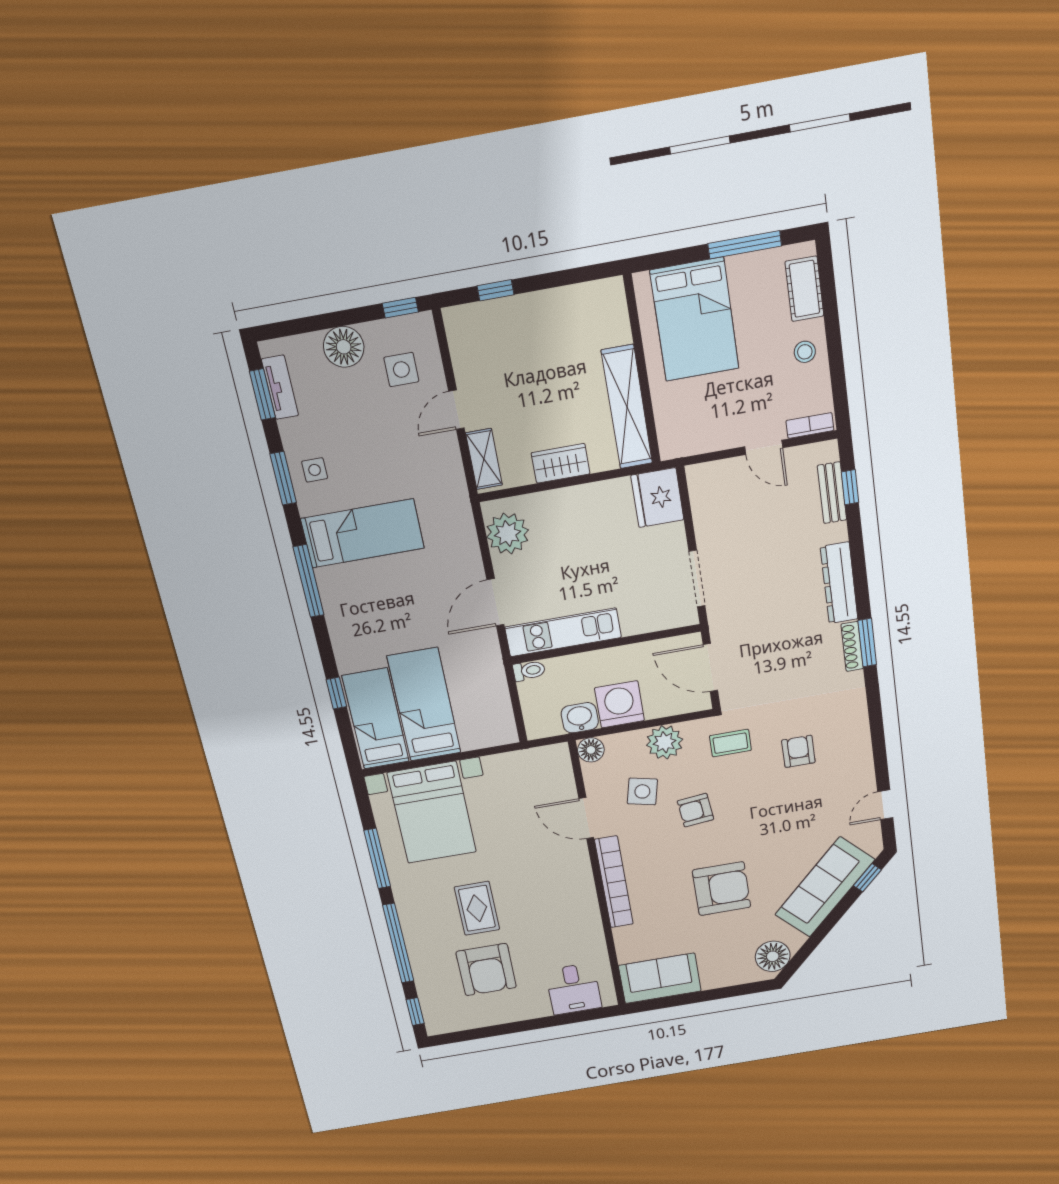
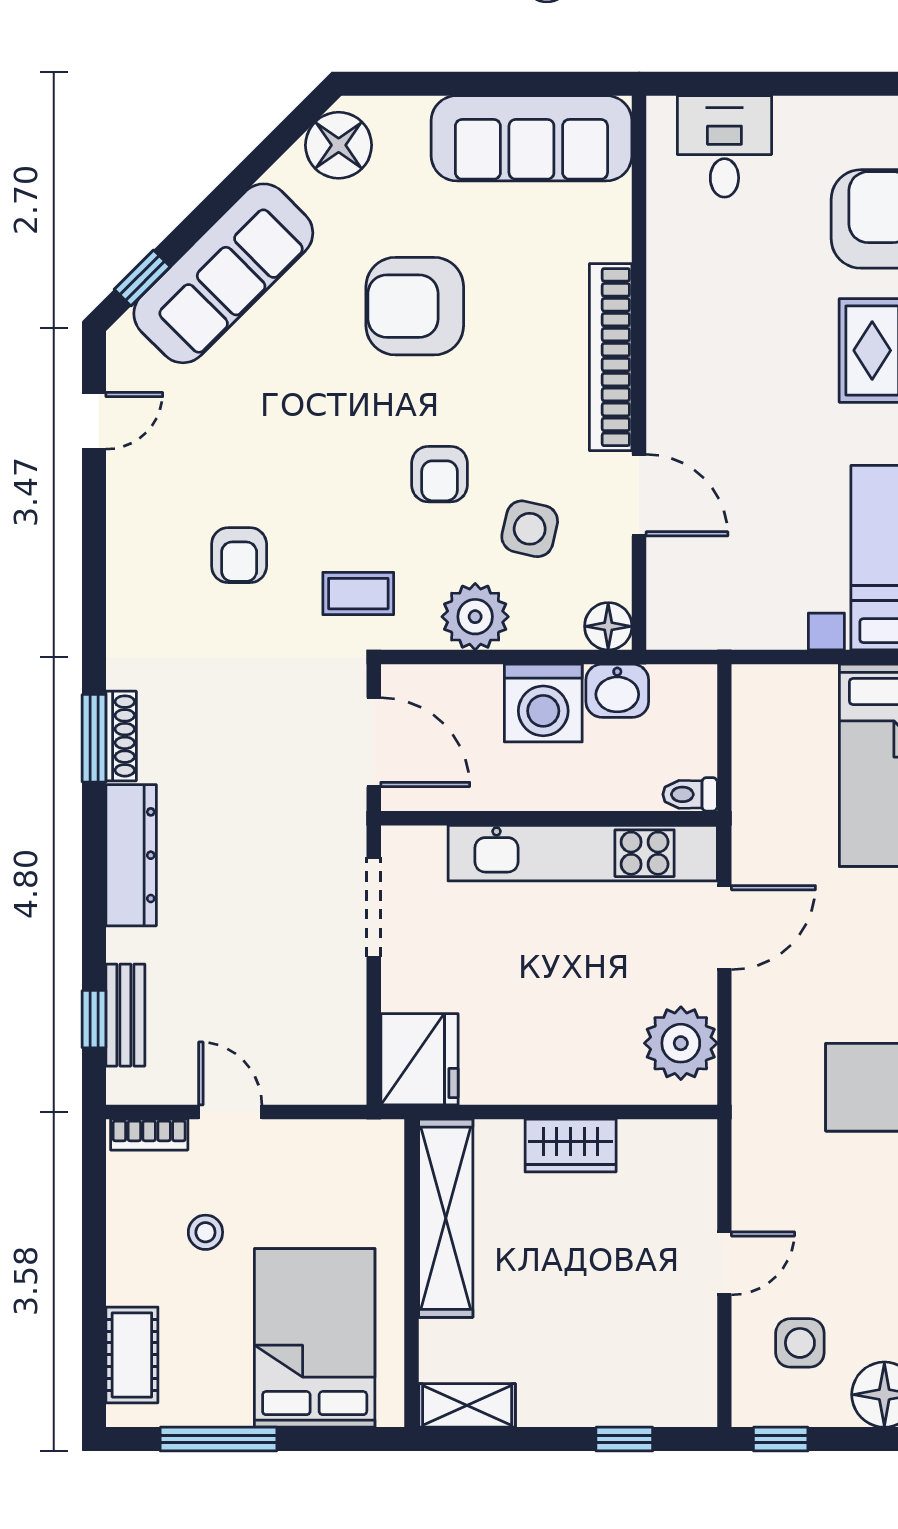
stool: (805, 352) -> (205, 1232), moved
shelving: (484, 459) -> (467, 1405), moved, turned 90
kitchen unit: (563, 632) -> (583, 853), width x1.36
armchair: (696, 810) -> (440, 474), turned 96
sofa: (660, 978) -> (531, 138), width x1.36

